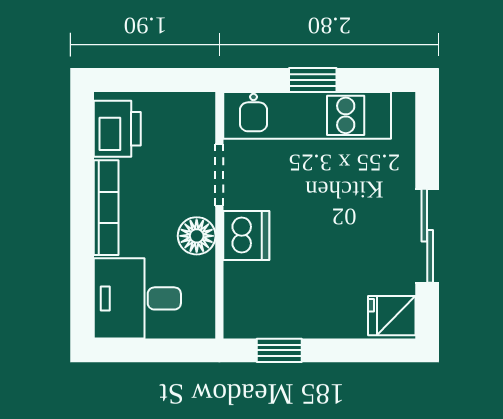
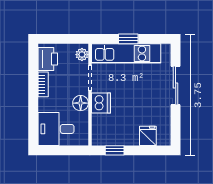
plant: (200, 118) -> (82, 55), added
bookcase: (106, 208) -> (43, 84), width x0.64
sliding door: (427, 236) -> (176, 86), moved
fridge: (392, 316) -> (148, 136), moved, turned 90

